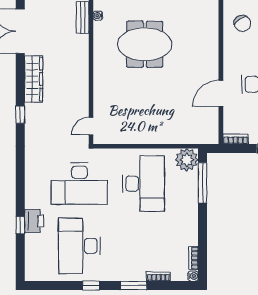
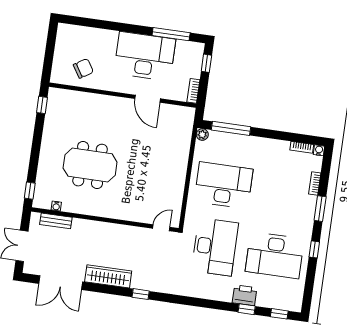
meeting table: (145, 44) -> (90, 165), turned 90
door: (91, 126) -> (161, 228), swing flipped
plant: (187, 160) -> (202, 135), width x0.53, depth x0.53
window: (20, 259) -> (279, 314), added

